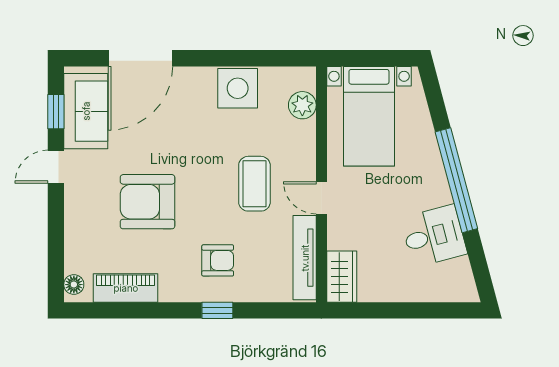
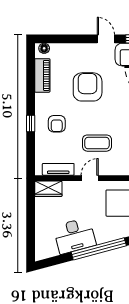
desk: (434, 236) -> (75, 236), width x1.37
tv unit: (305, 258) -> (58, 169), width x0.71

